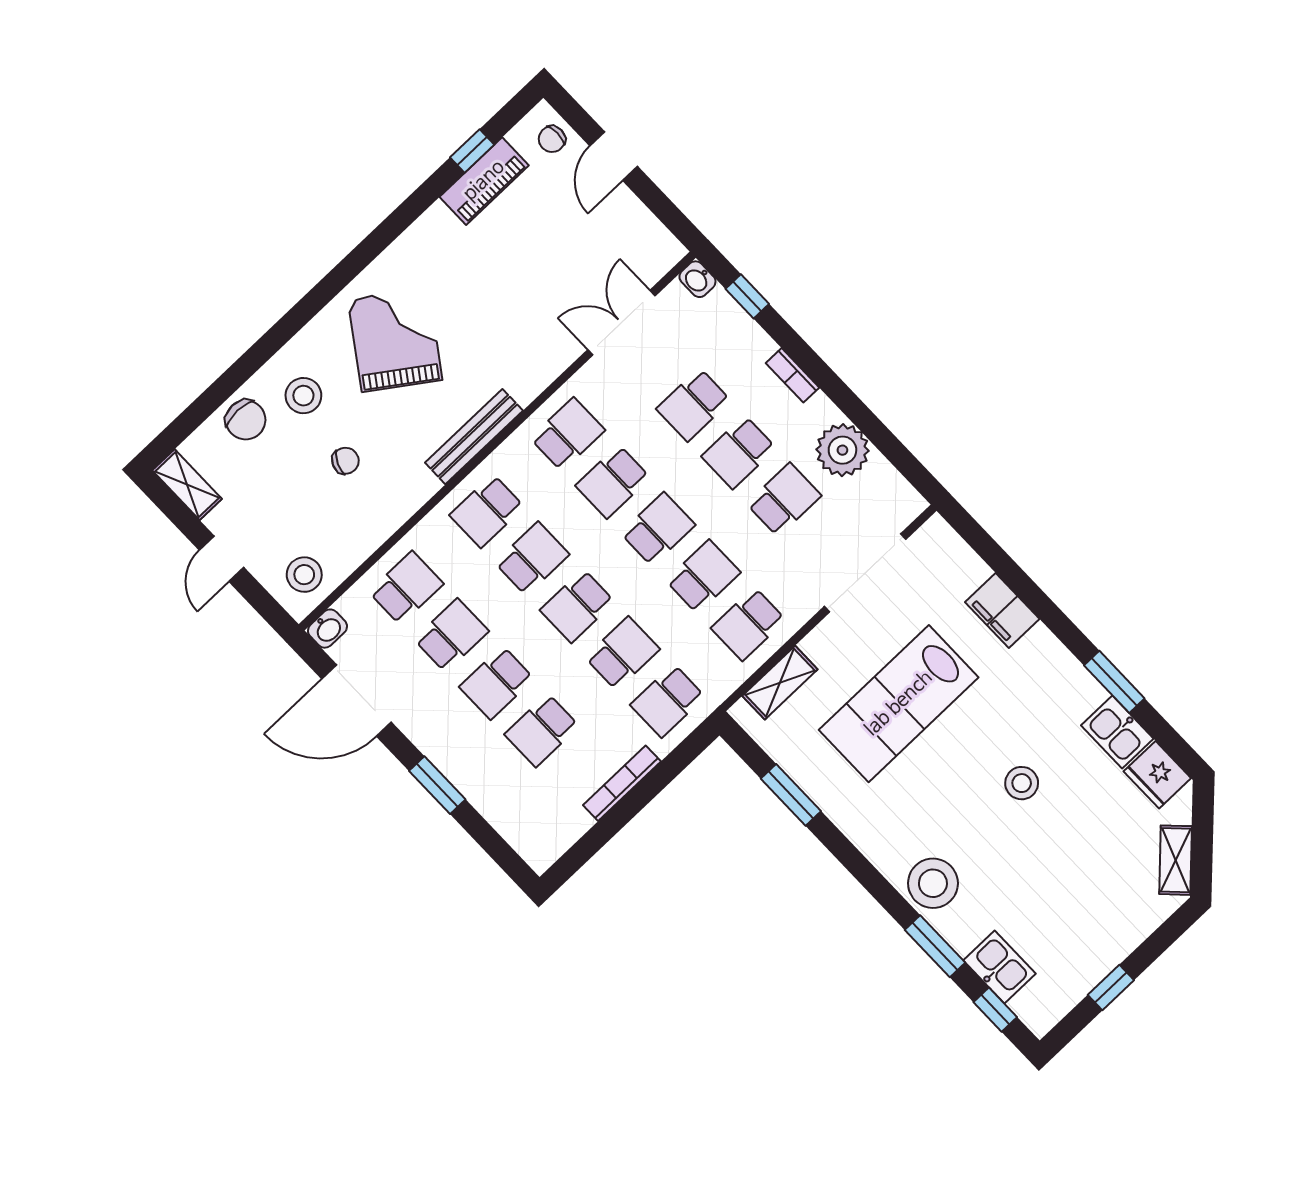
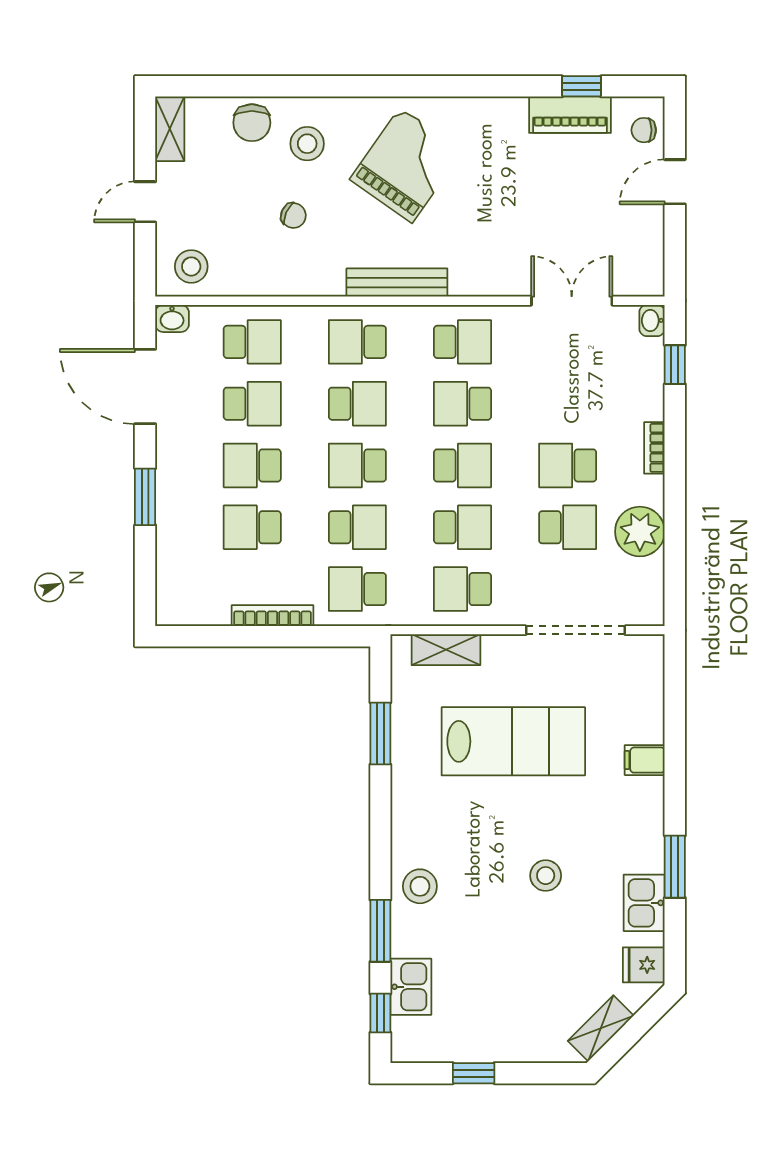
school desk: (693, 405) -> (568, 404), removed
filing cabinet: (1002, 610) -> (645, 760), width x0.50
lab bench: (899, 704) -> (513, 741), turned 180
fridge: (1157, 775) -> (644, 965), width x0.72
stool: (933, 883) -> (420, 886), width x0.73, depth x0.73

